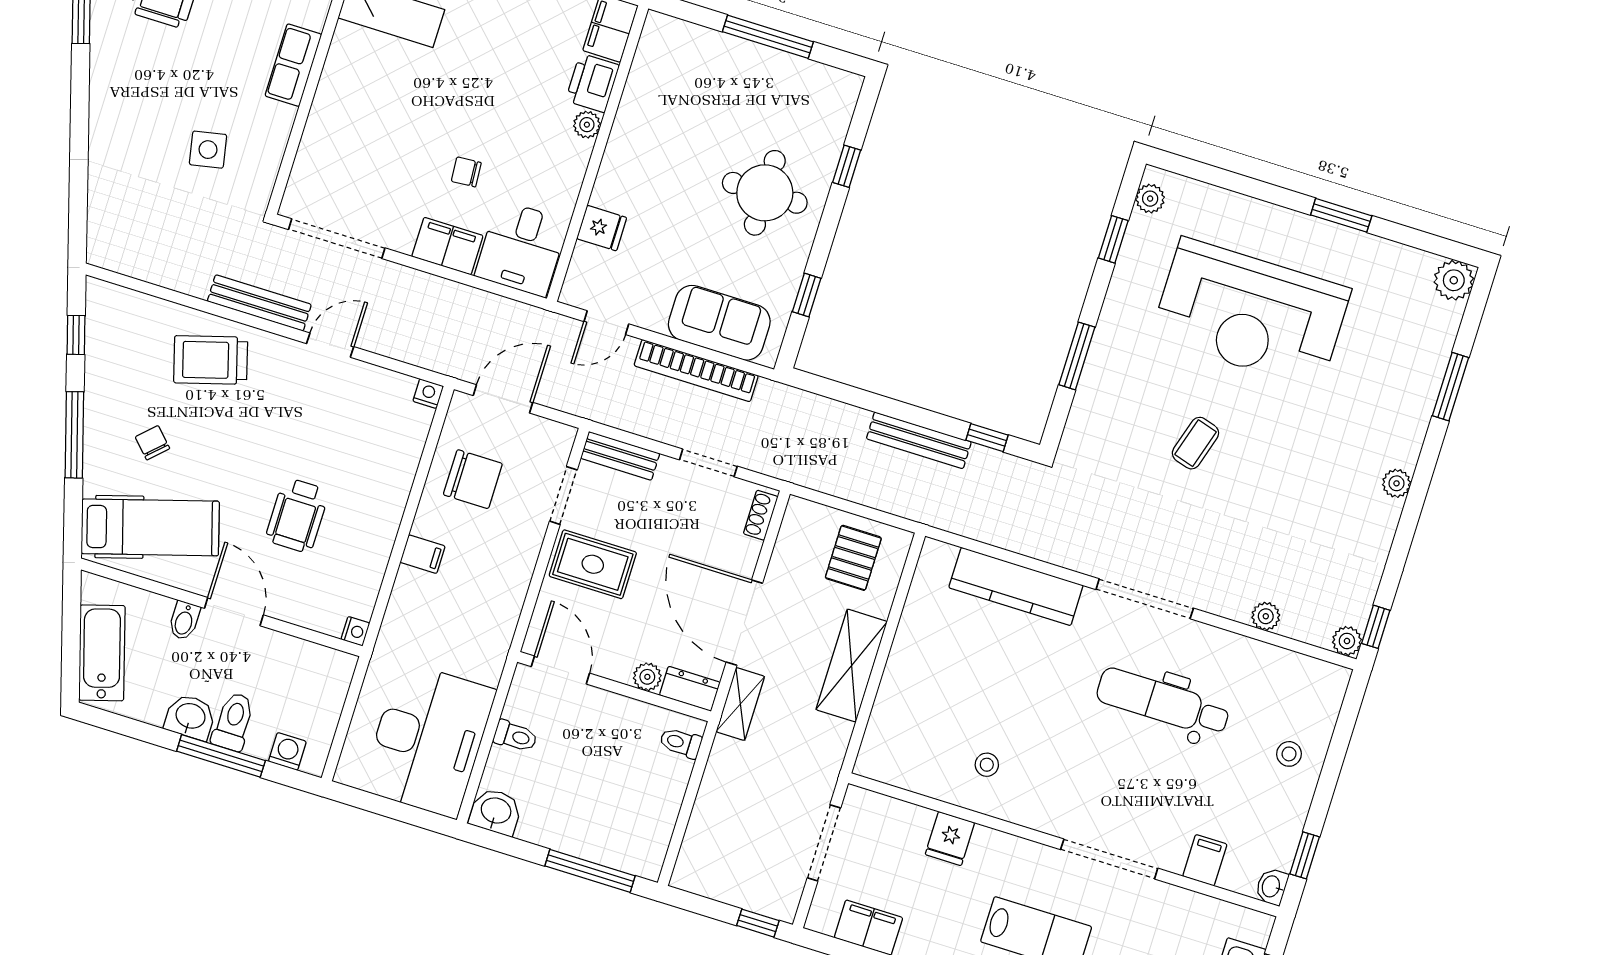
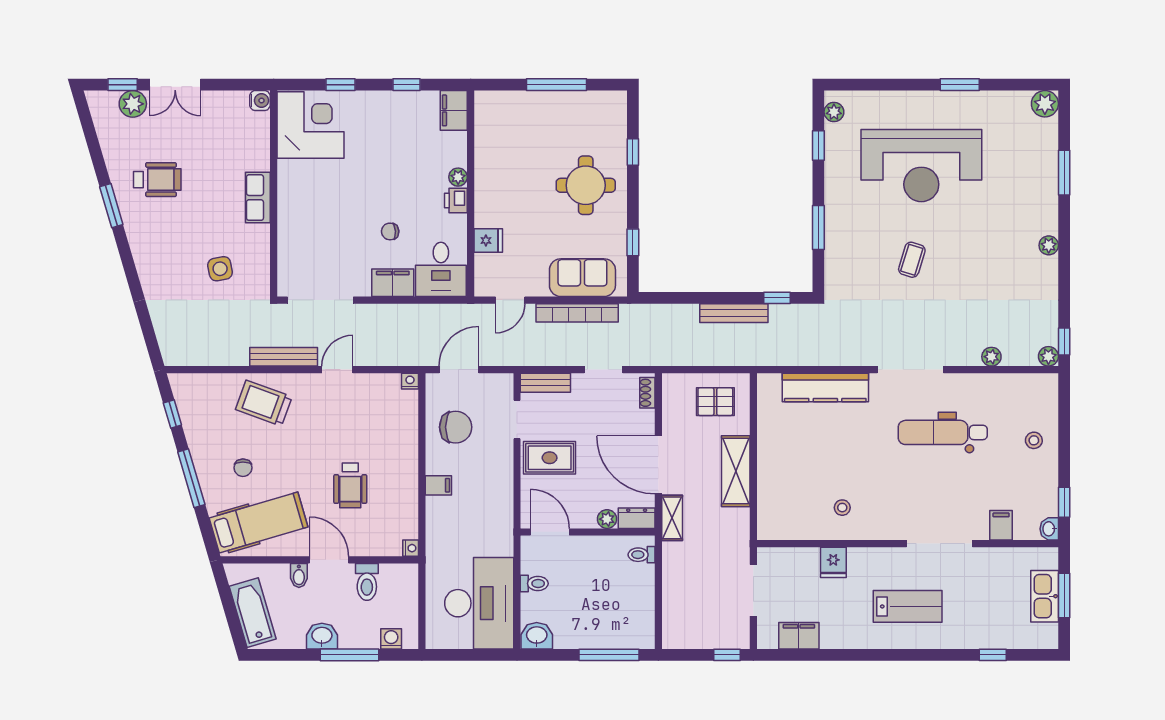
printer: (592, 83) -> (456, 200), moved, width x0.73, depth x0.81
trolley: (211, 360) -> (264, 403), turned 36
chair: (152, 443) -> (243, 468), turned -136
pallet: (853, 558) -> (715, 402), turned 90
toilet: (233, 722) -> (367, 582), moved, turned 180

